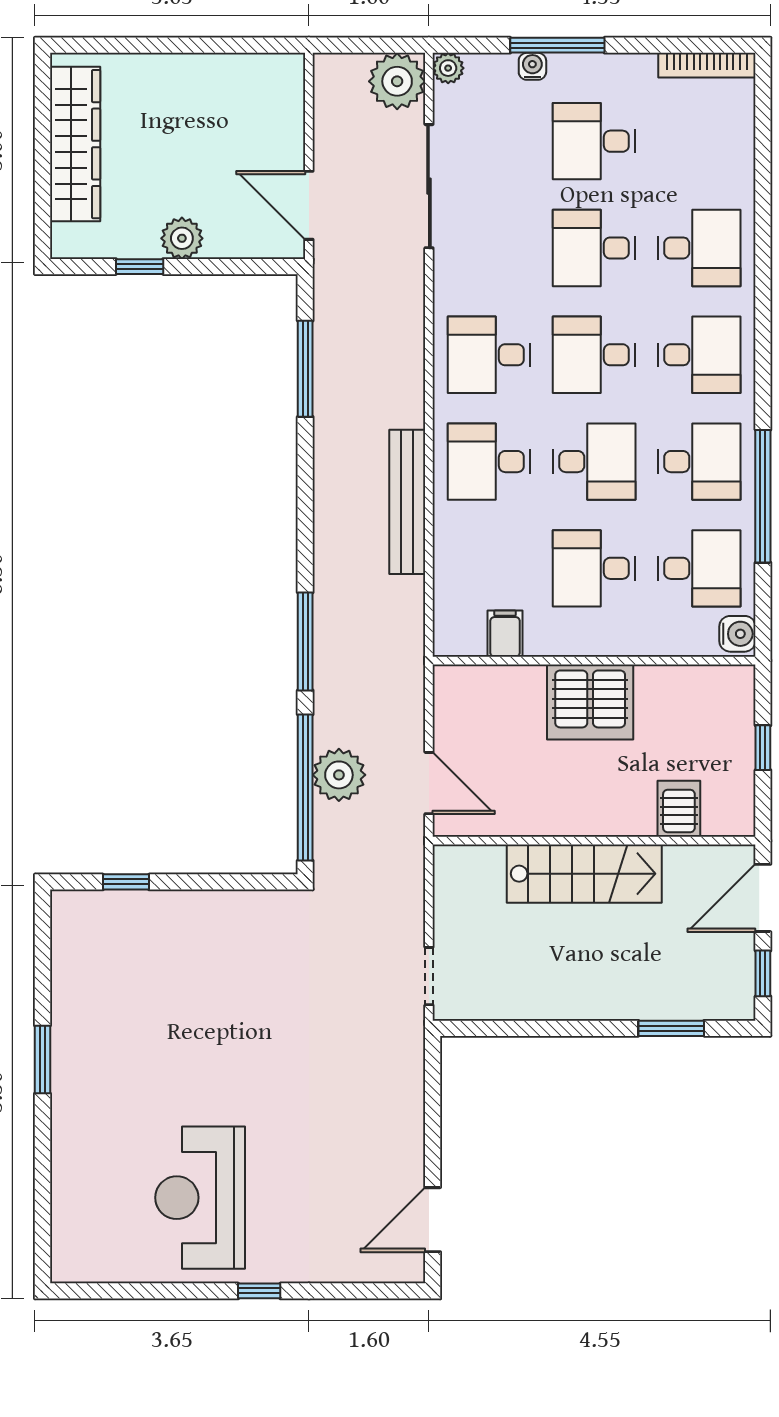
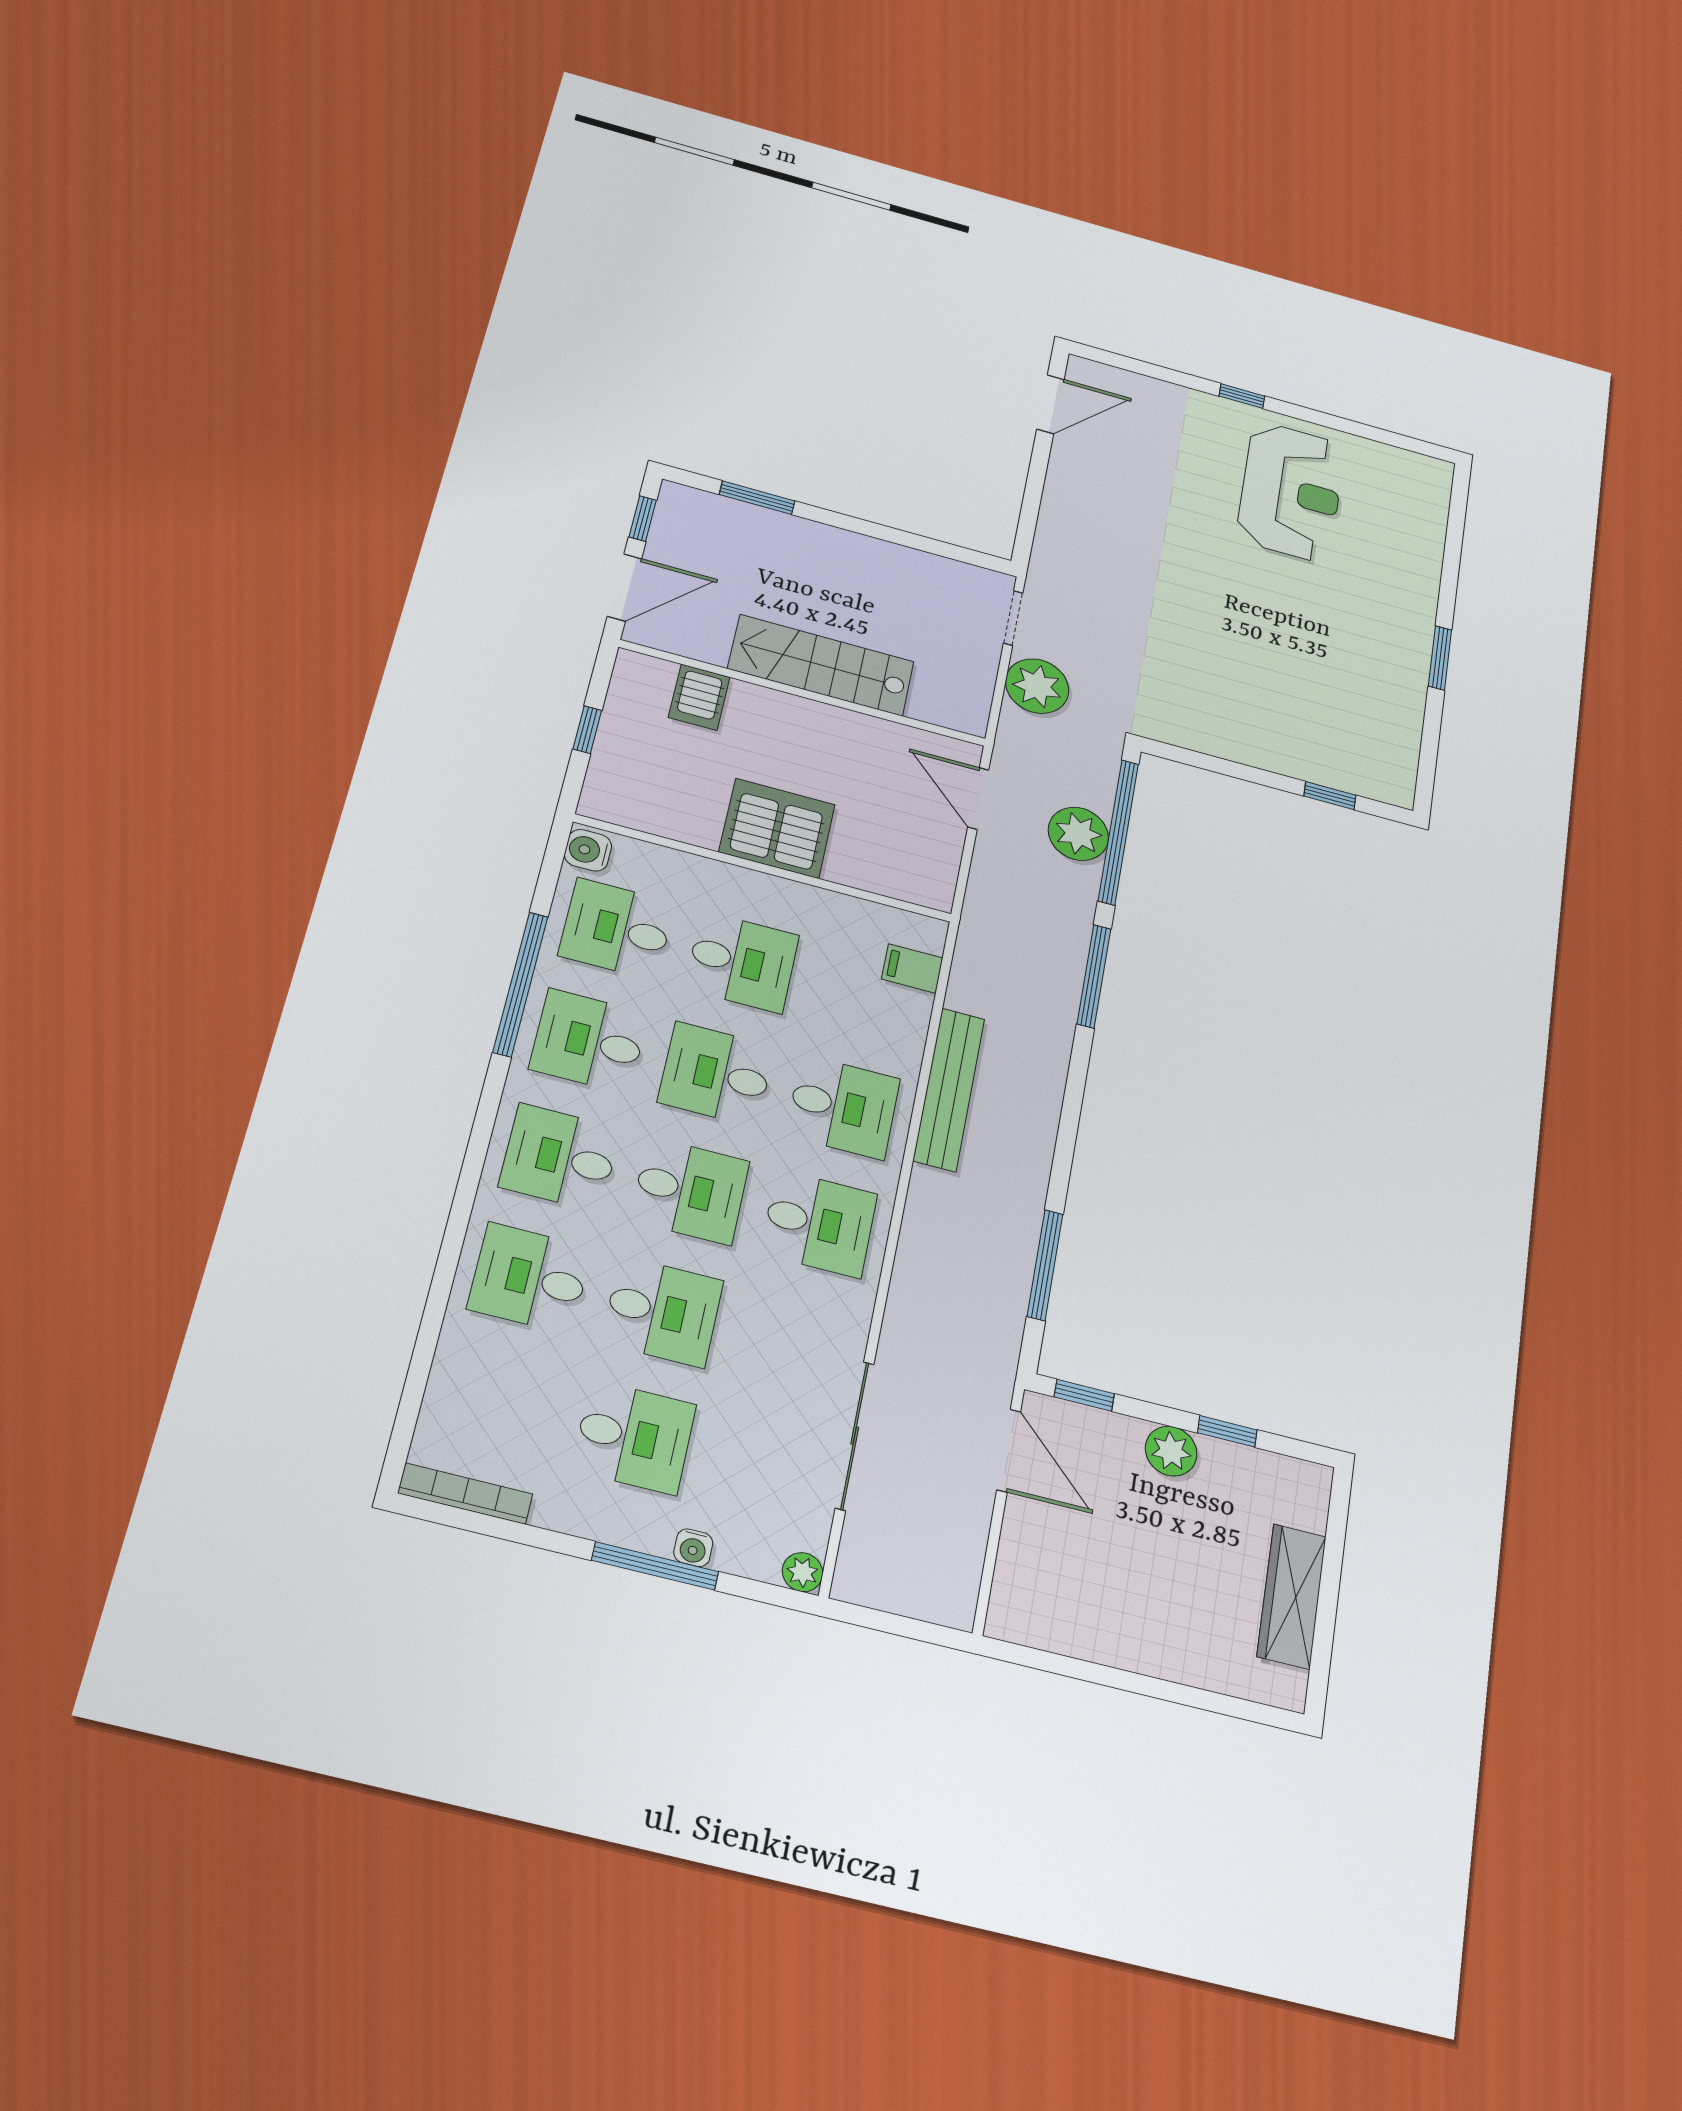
plant: (397, 81) -> (1037, 686), moved
wardrobe: (75, 144) -> (1292, 1596), width x0.71, depth x0.85
window: (257, 267) -> (1084, 1395), added
filing cabinet: (505, 634) -> (912, 968), moved, turned 90

